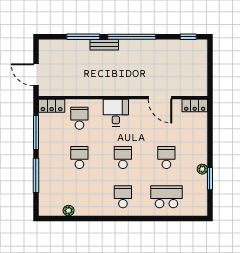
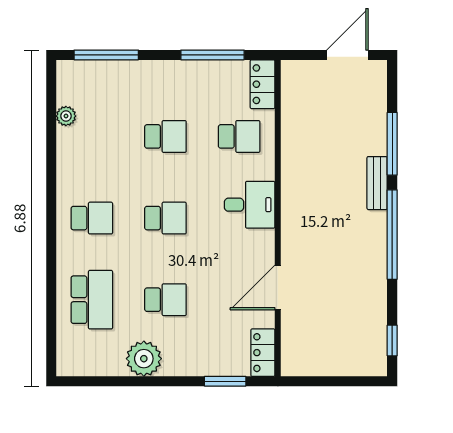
door: (36, 75) -> (347, 55), moved
plant: (202, 169) -> (144, 359), width x1.87, depth x1.87
window: (36, 175) -> (106, 55), moved
window: (210, 179) -> (225, 381), moved

